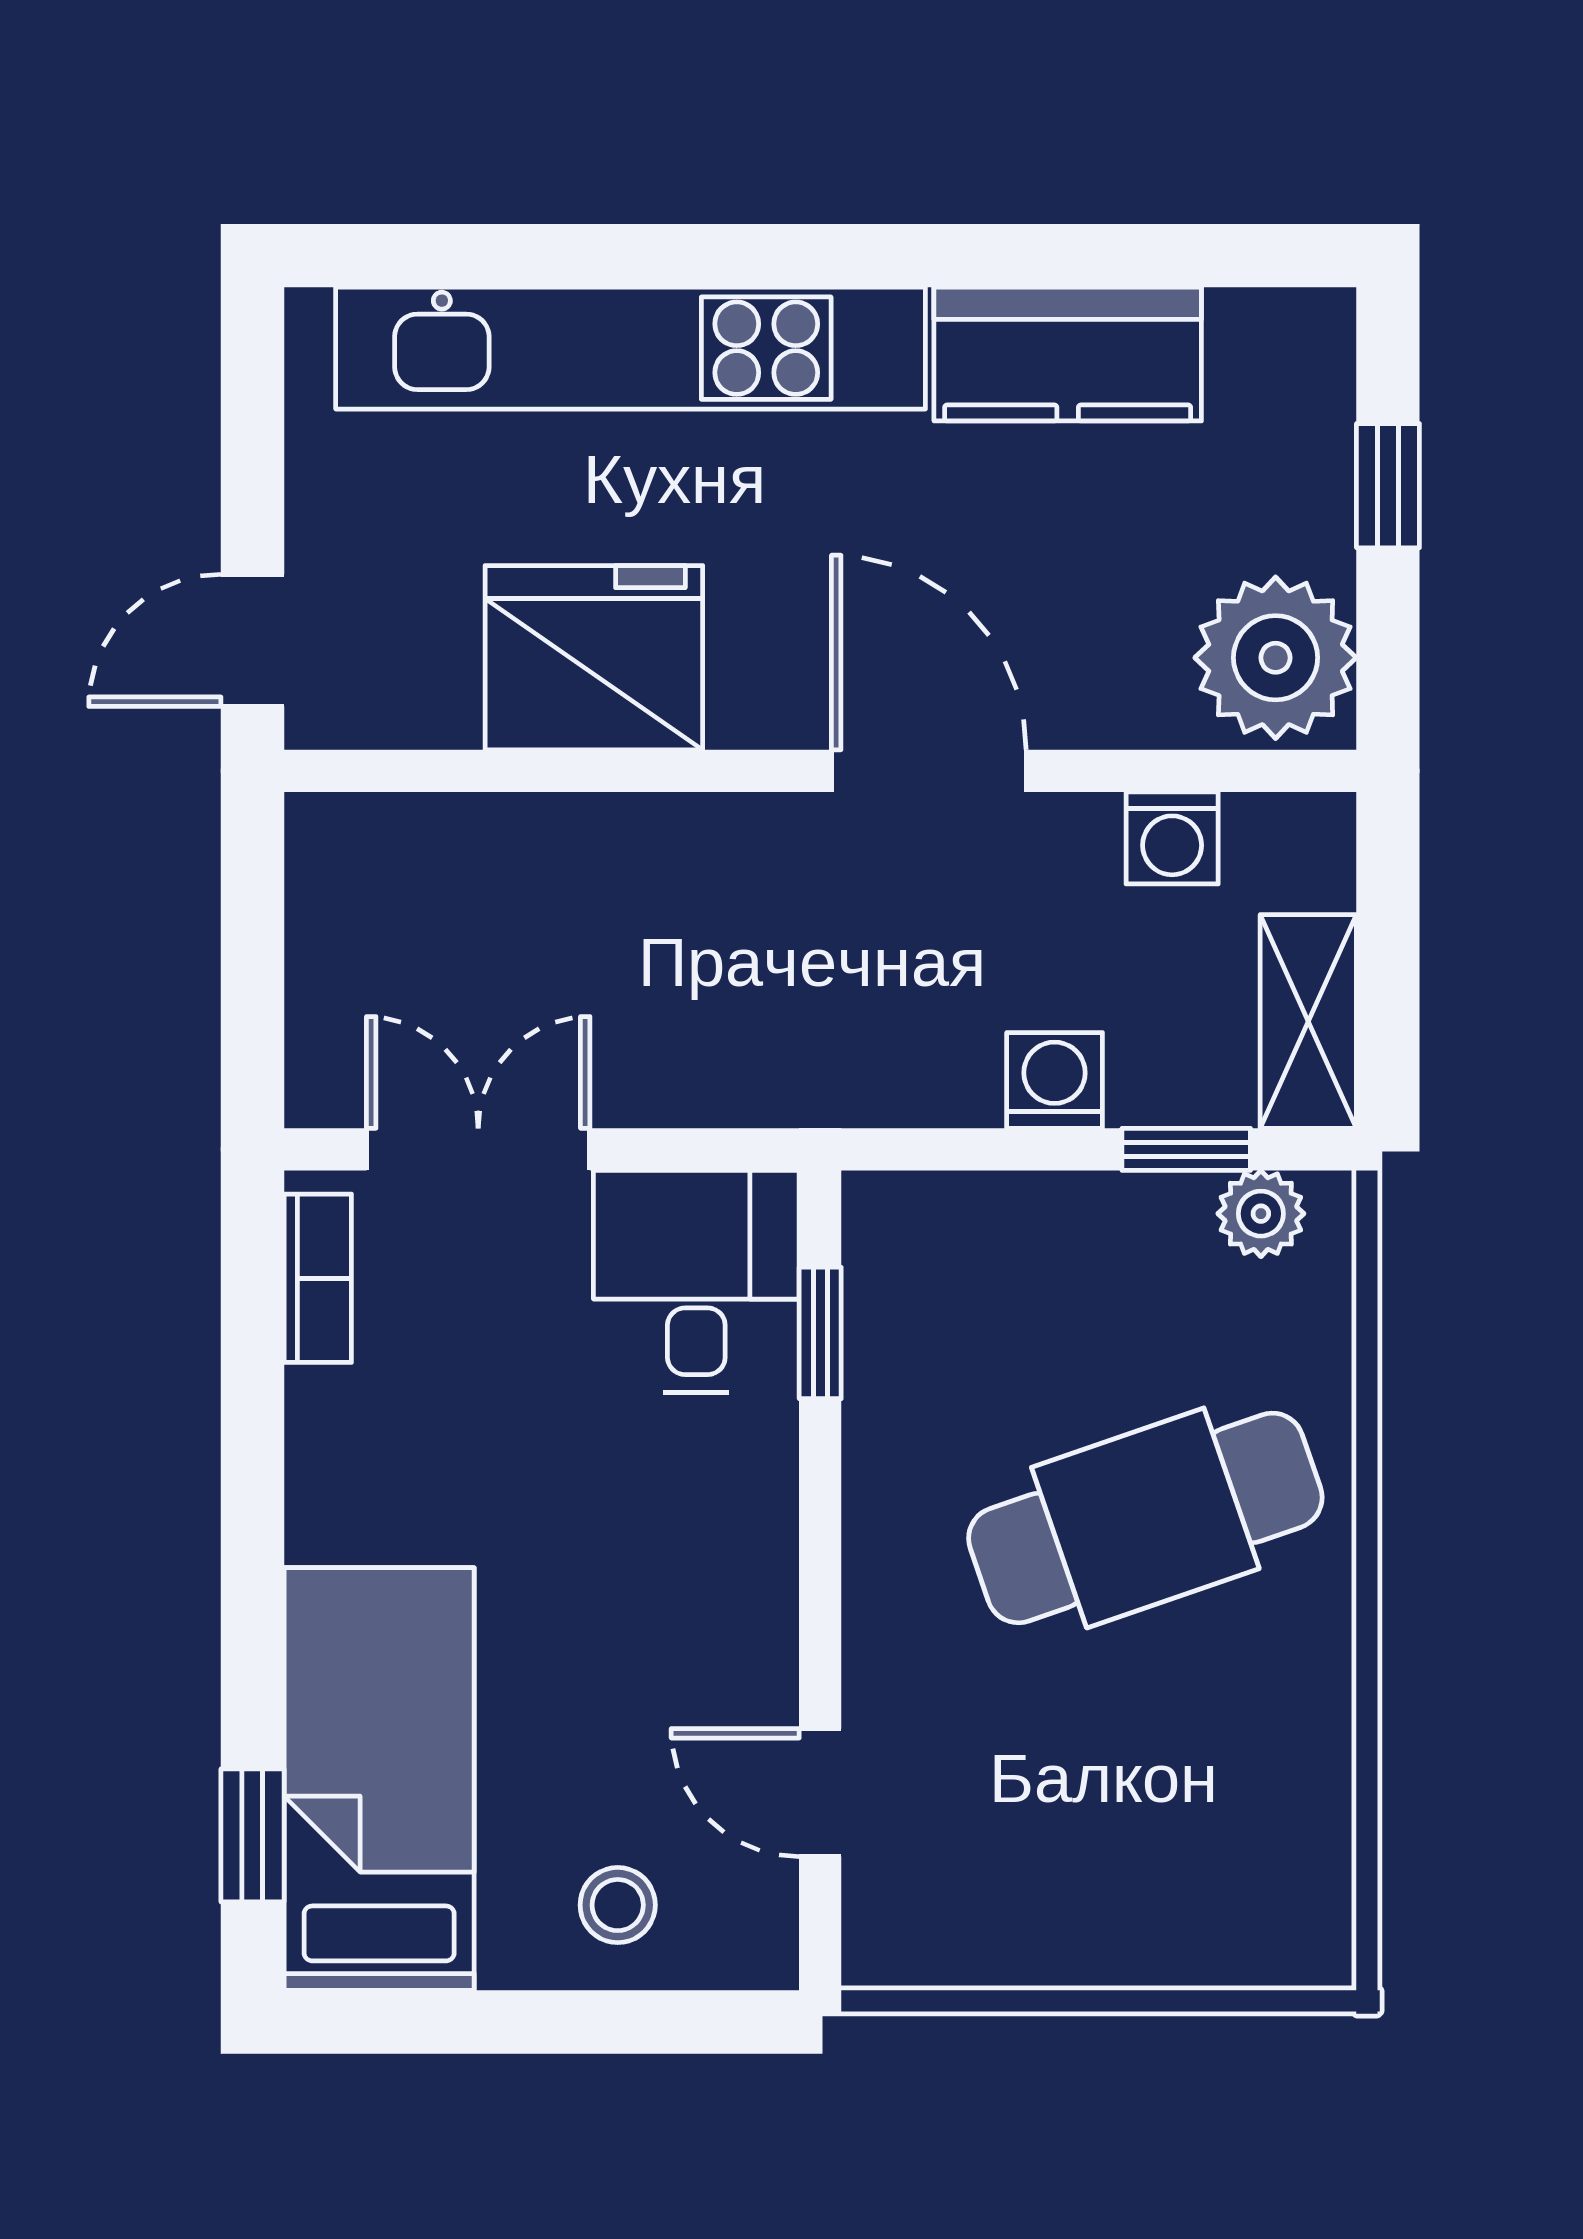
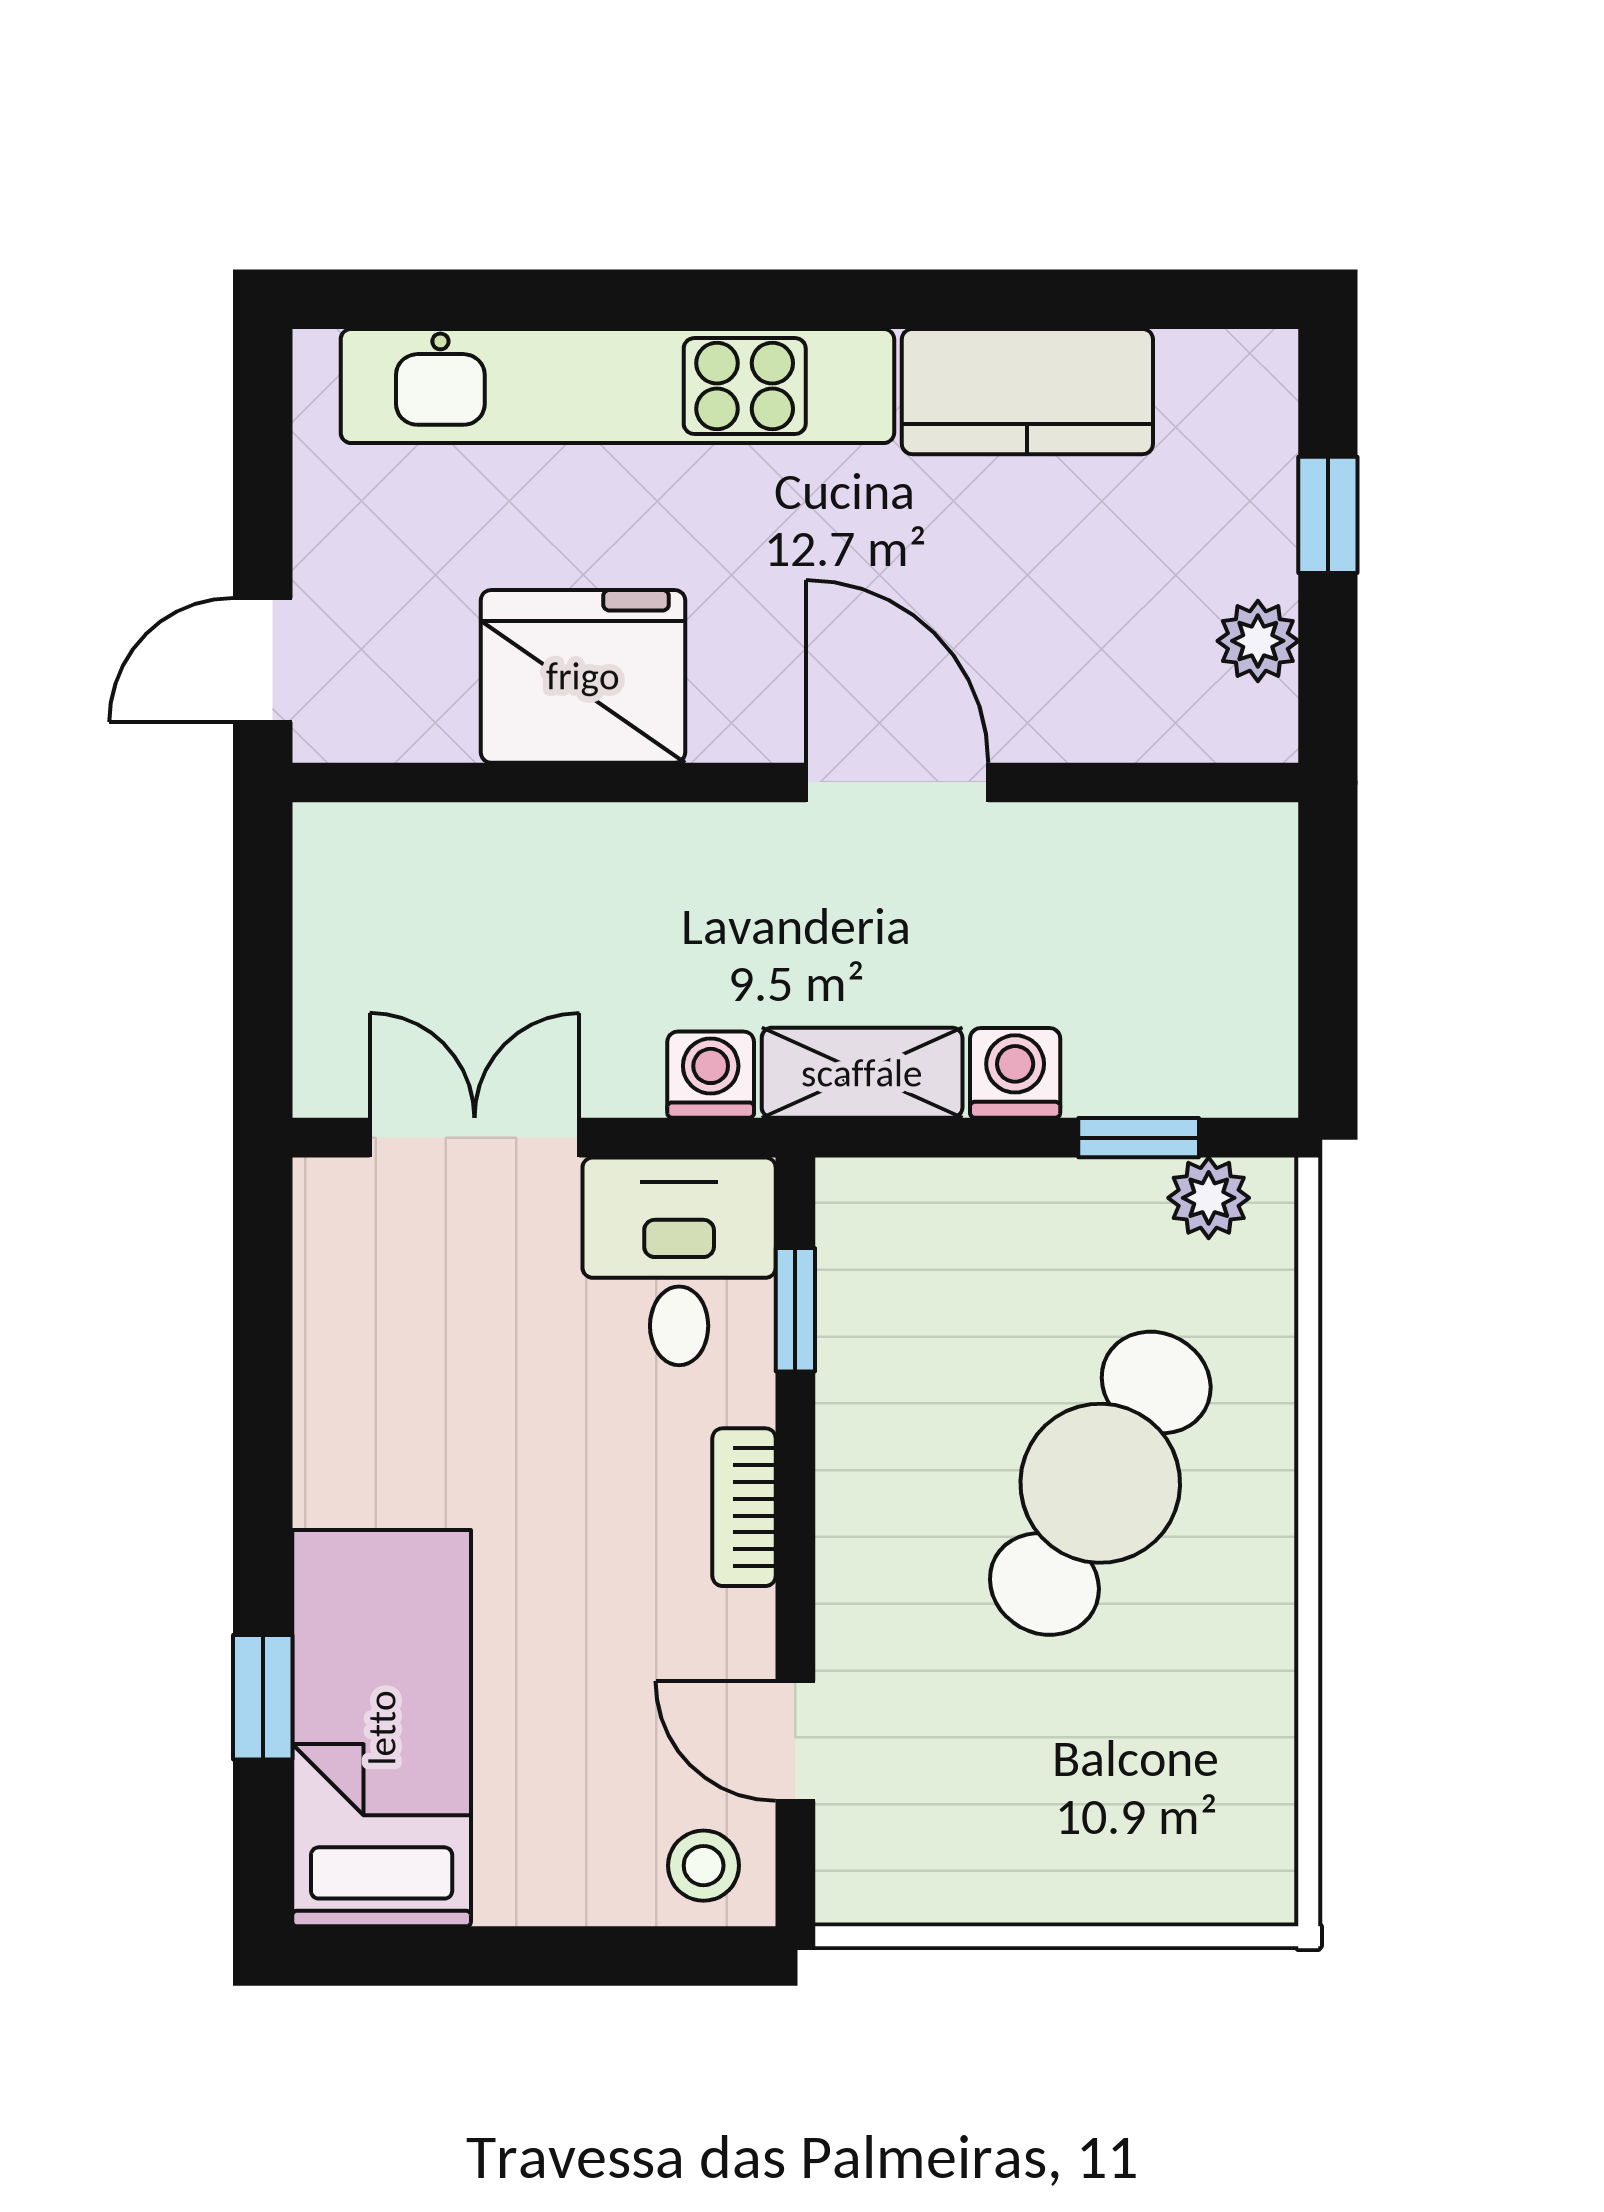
plant: (1276, 658) -> (1258, 641), width x0.53, depth x0.53
washing machine: (1172, 838) -> (711, 1075), moved, turned 180
shelving: (1308, 1021) -> (862, 1073), moved, turned 90
bookcase: (318, 1278) -> (744, 1507), moved, turned 180
cafe table: (1145, 1518) -> (1100, 1483), turned -42
window: (252, 1835) -> (263, 1697), moved
stool: (618, 1905) -> (704, 1866), moved

